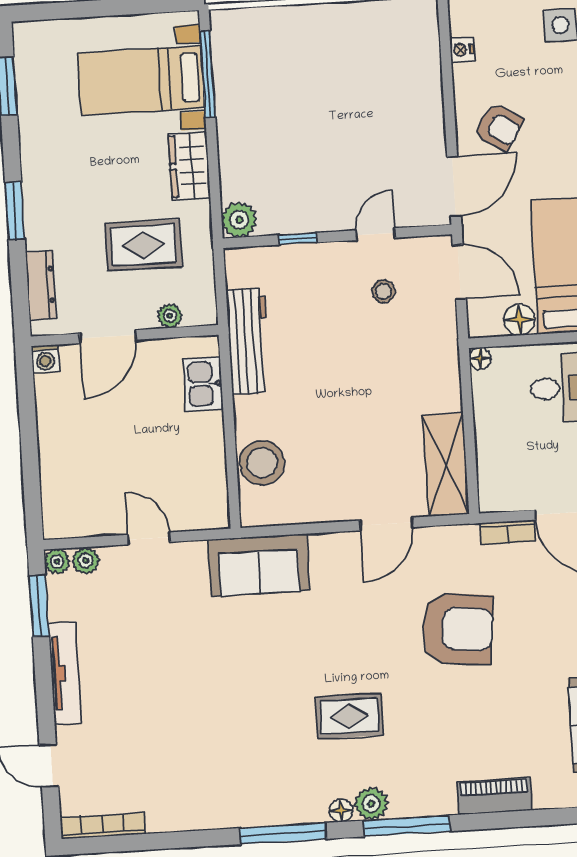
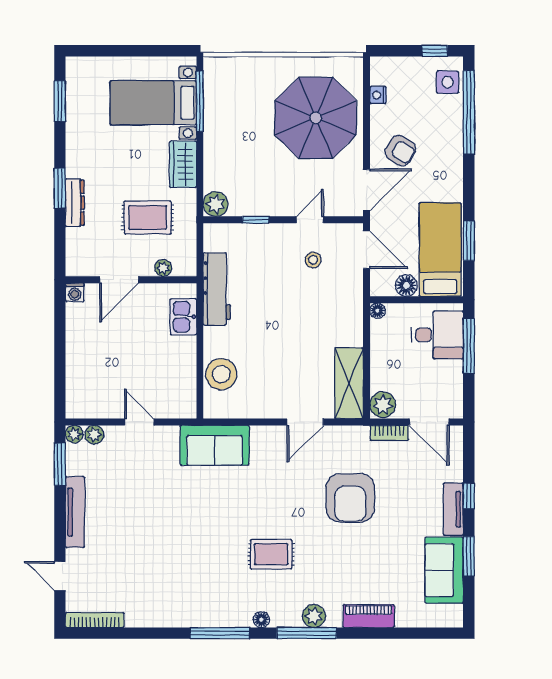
parasol: (375, 88) -> (316, 118), added
dresser: (41, 285) -> (75, 203), moved
plant: (496, 492) -> (383, 405), added
armchair: (458, 629) -> (350, 498), turned 84
plant: (371, 804) -> (314, 616), moved

